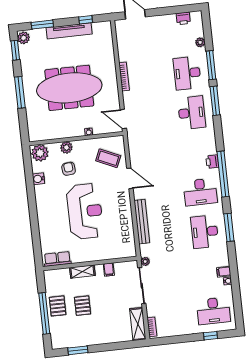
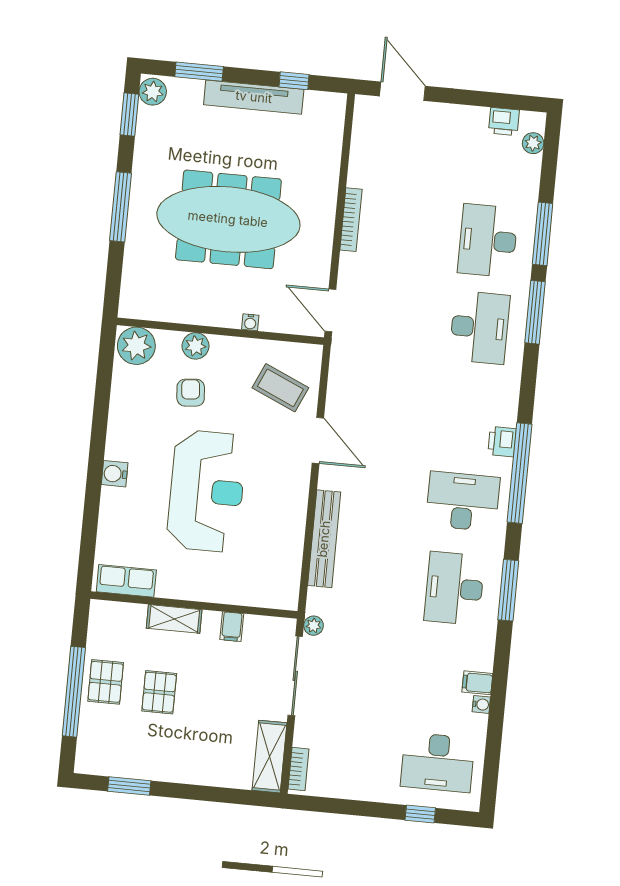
plant: (200, 42) -> (533, 143), moved
water cooler: (38, 179) -> (115, 474), moved
desk: (200, 192) -> (463, 501), turned 180

